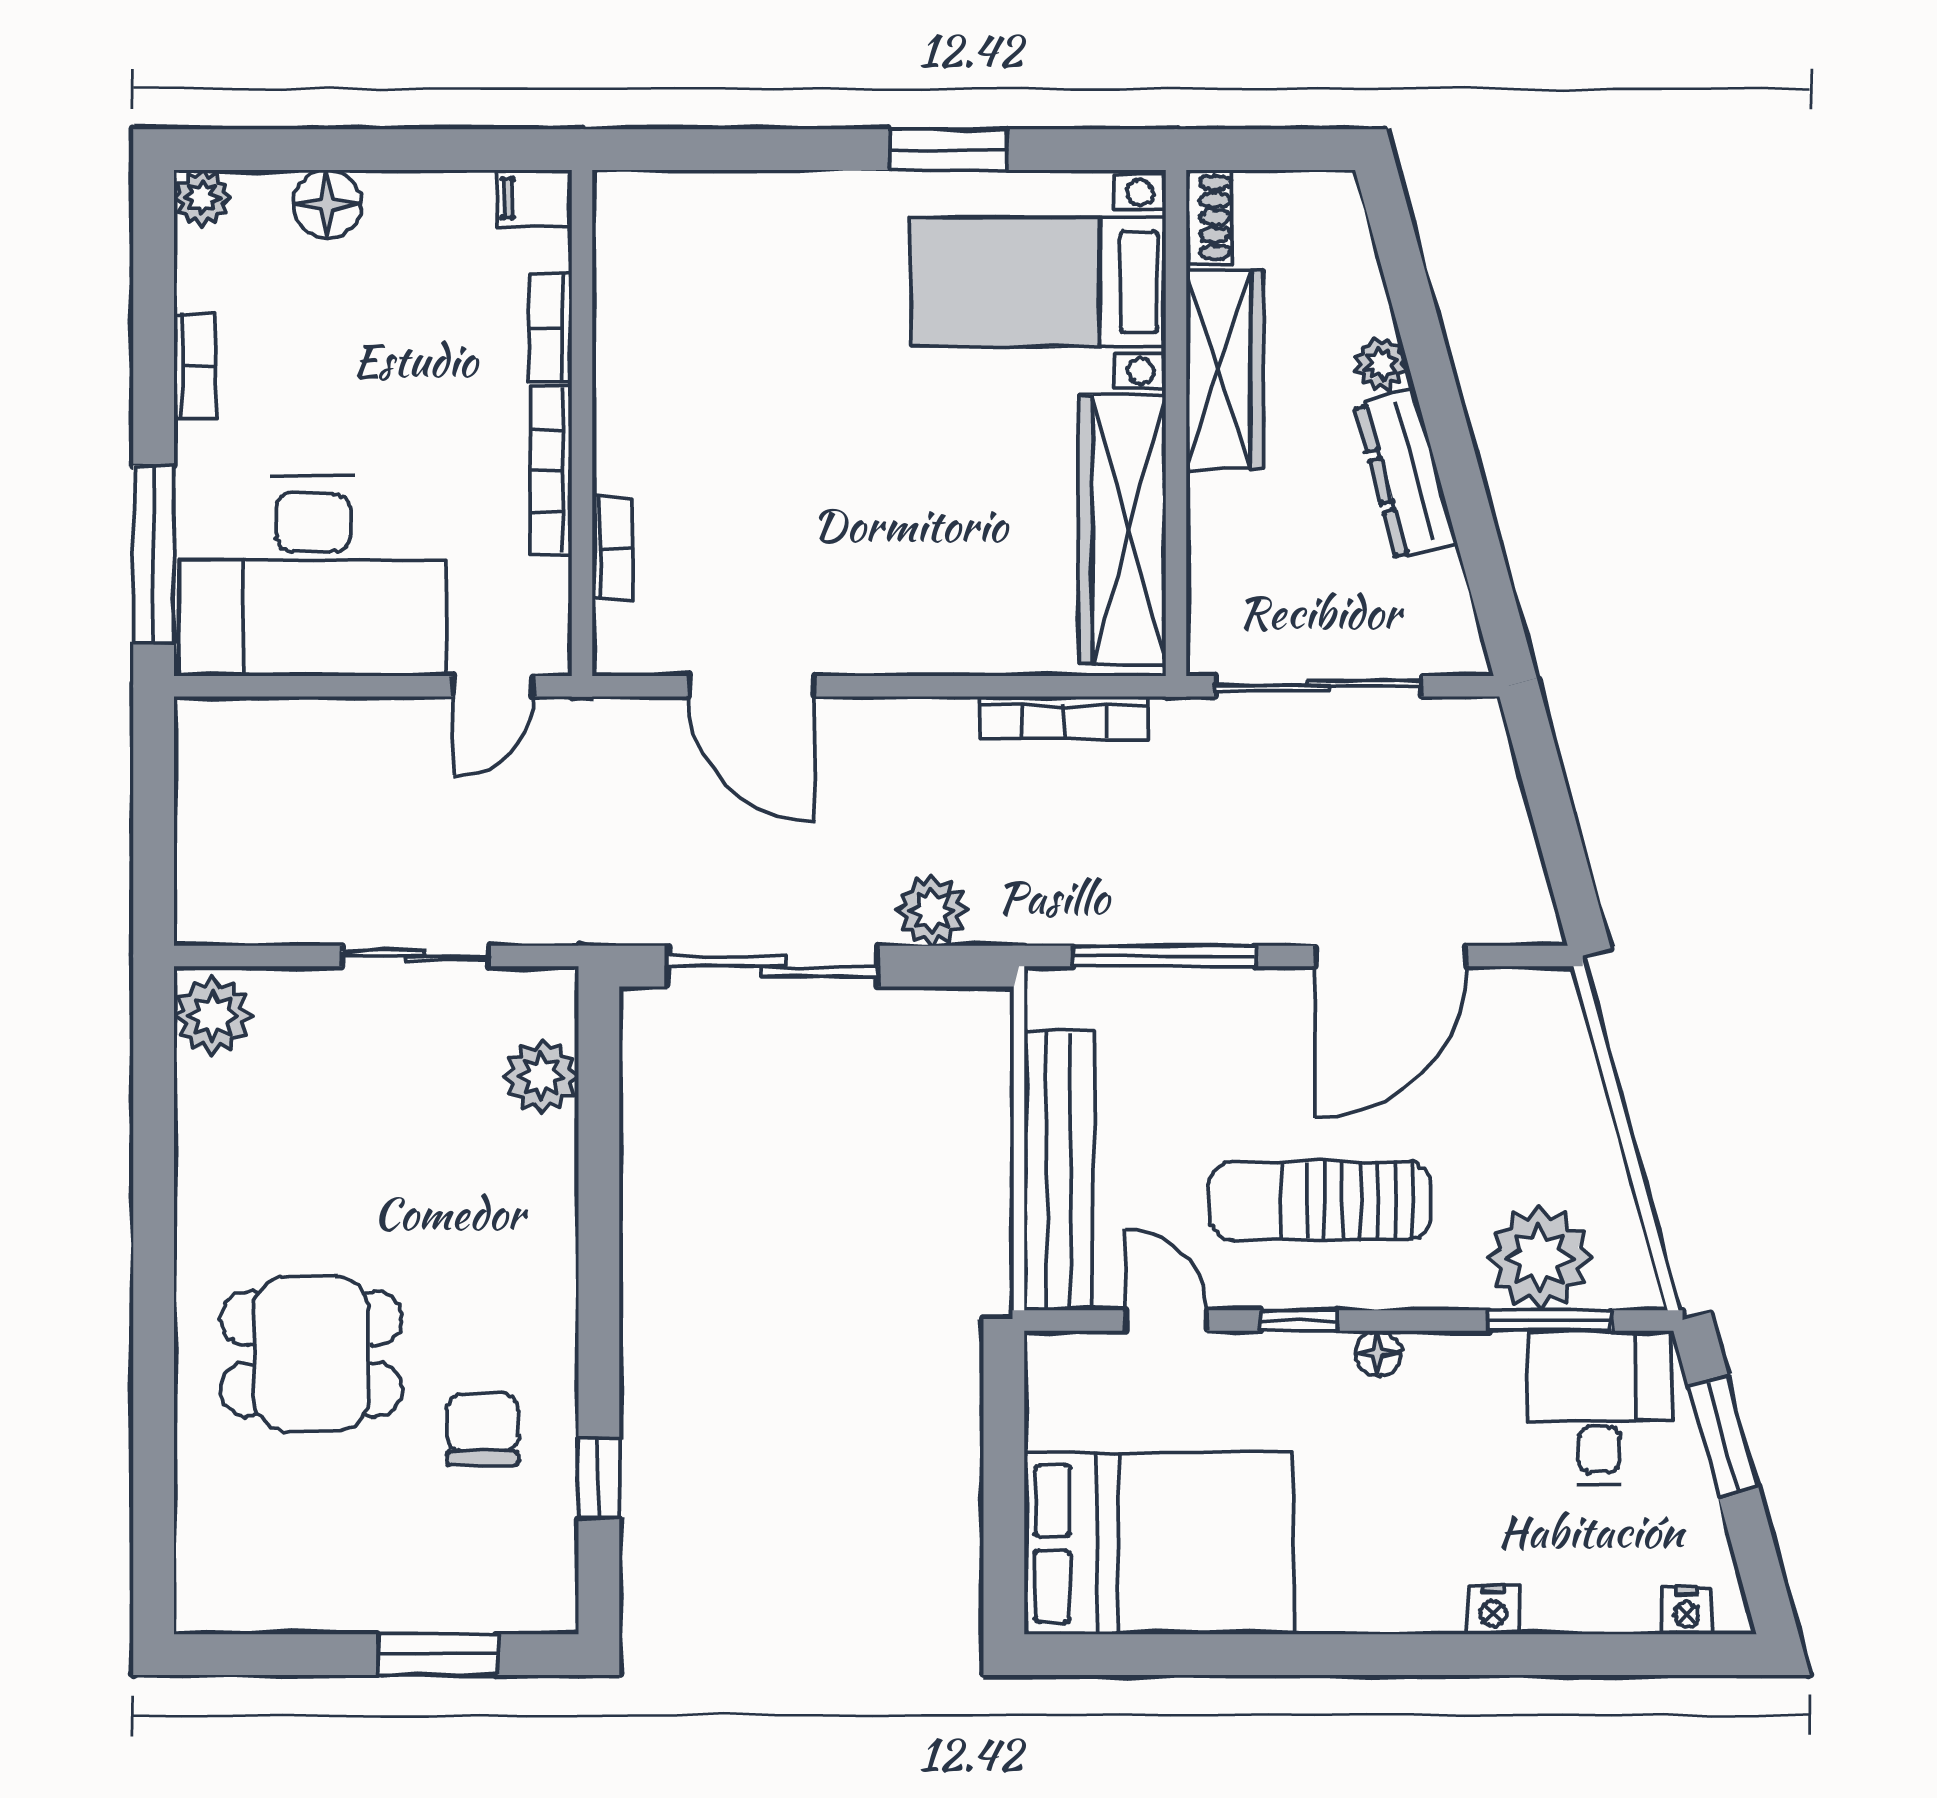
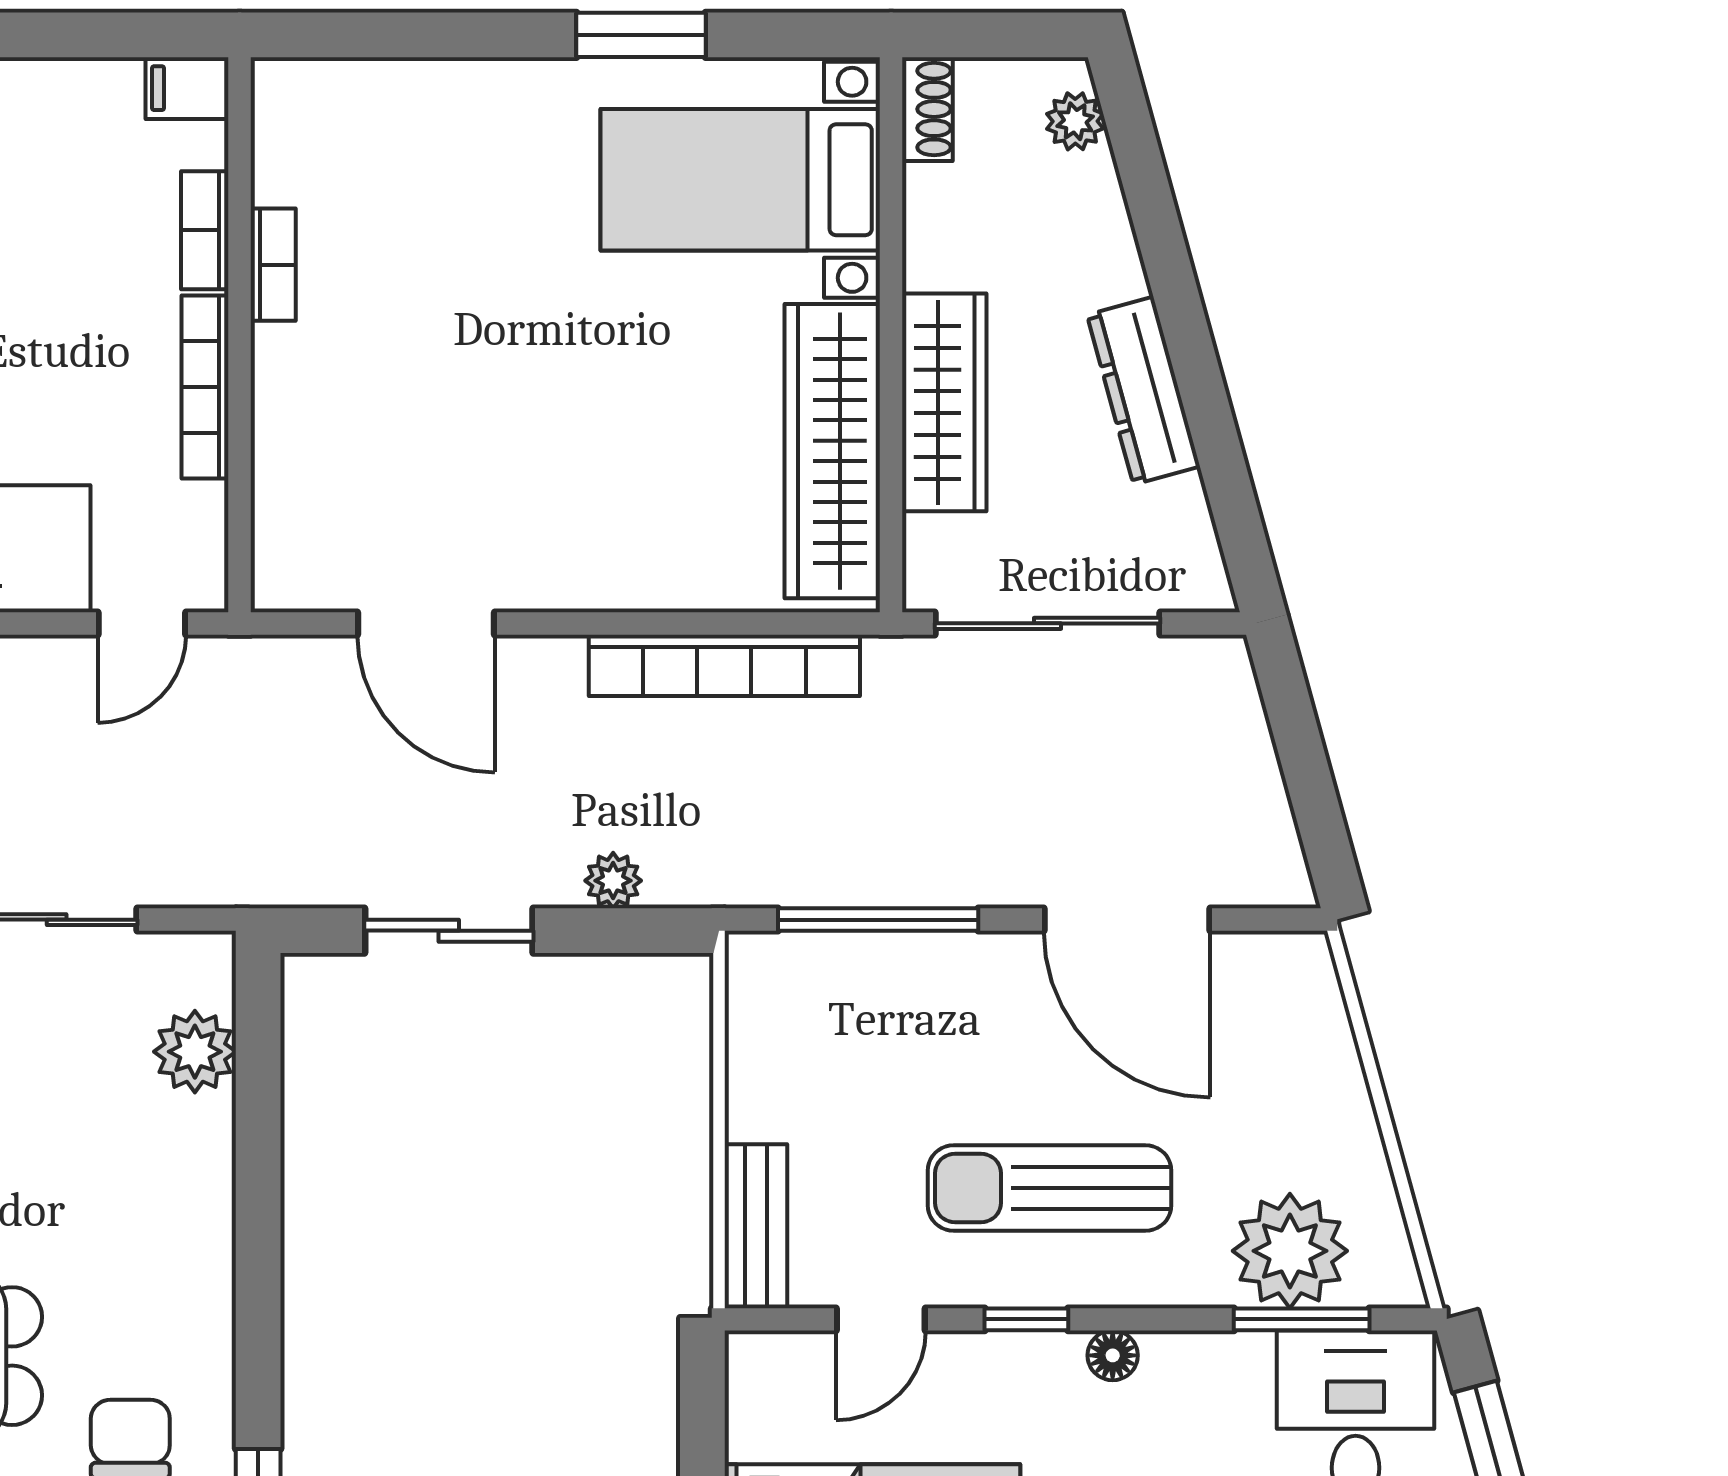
plant: (1381, 364) -> (1075, 121), moved
wardrobe: (1224, 369) -> (944, 402), moved
bookcase: (613, 548) -> (273, 265), moved
bookcase: (1064, 718) -> (724, 665), width x1.48, depth x1.31
plant: (932, 911) -> (613, 881), width x0.73, depth x0.73
door: (1391, 956) -> (1127, 920), hinge flipped
sliding door: (773, 966) -> (449, 931), width x0.73
bench: (1059, 1171) -> (756, 1226), width x0.54, depth x0.82
door: (1167, 1320) -> (881, 1319), swing flipped

